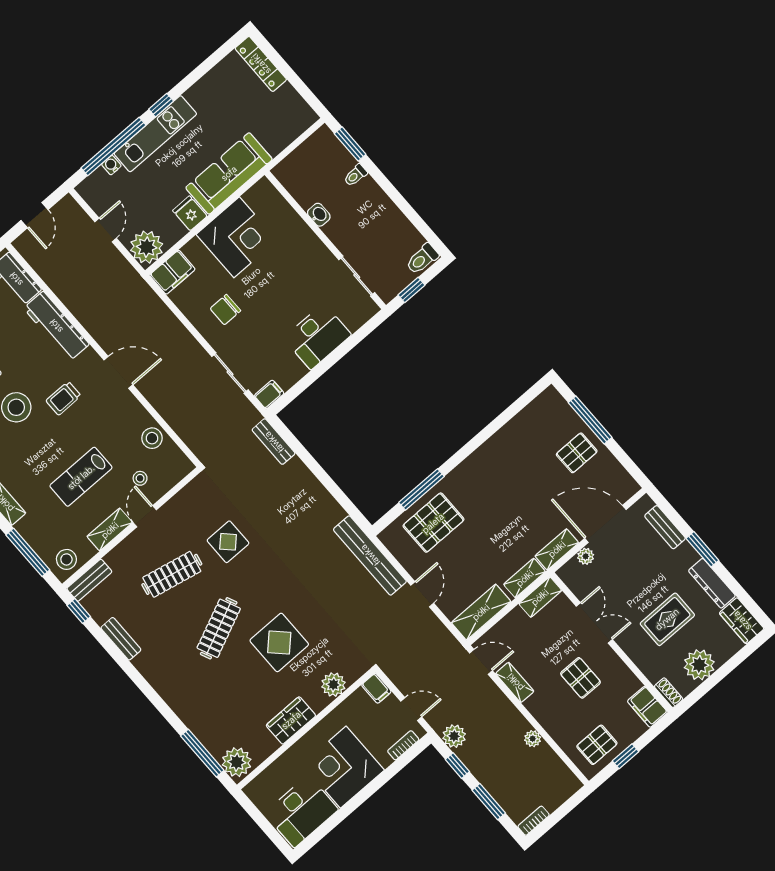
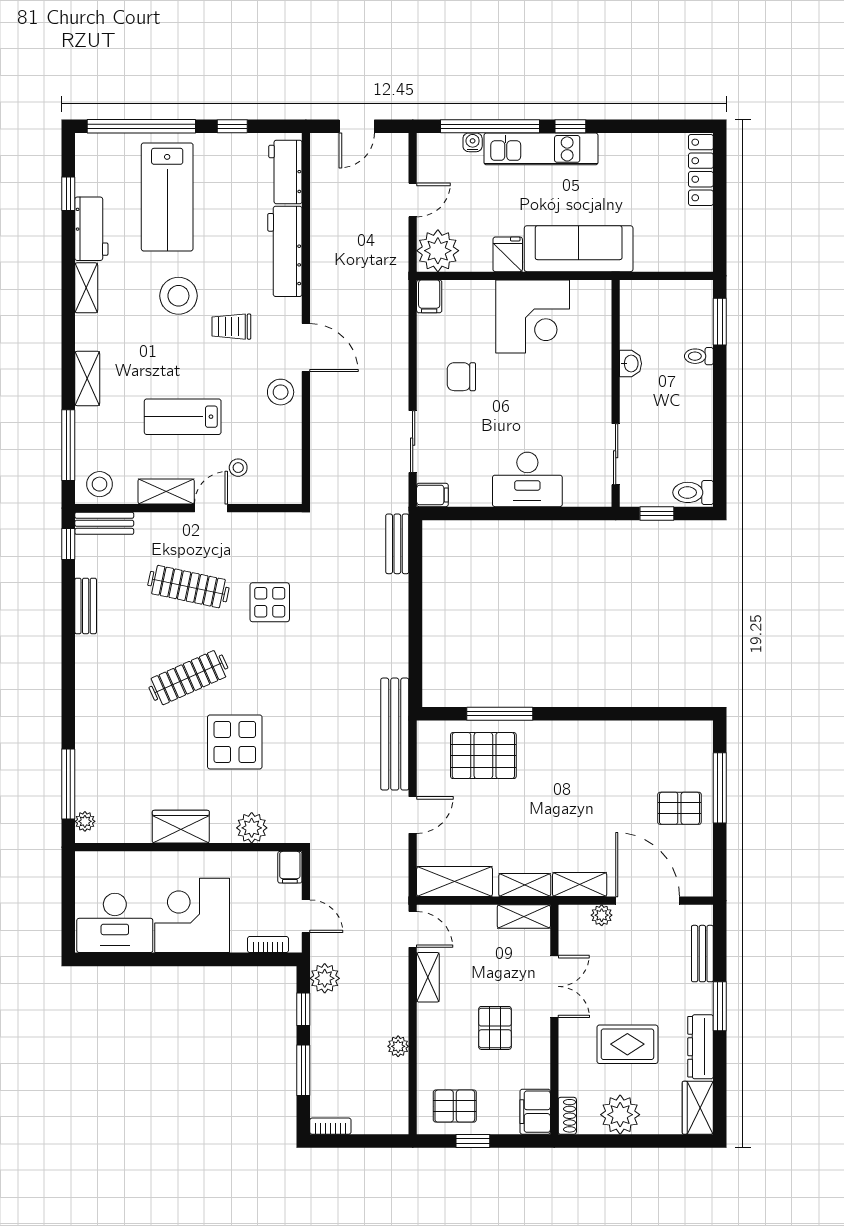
filing cabinet: (172, 272) -> (429, 296), width x0.50
stool: (152, 438) -> (281, 392), moved
plant: (237, 762) -> (85, 821), width x0.53, depth x0.53

